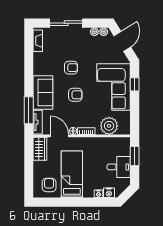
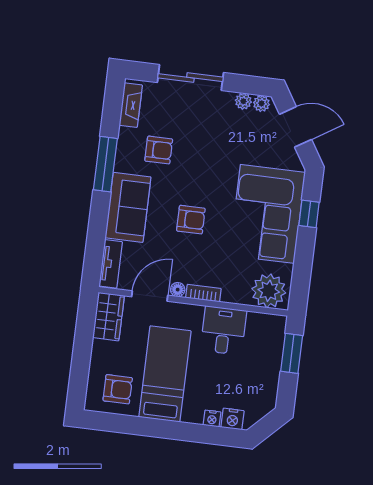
door: (122, 41) -> (295, 127), hinge flipped
armchair: (71, 68) -> (159, 150), moved
window: (29, 110) -> (105, 164), moved
plant: (109, 126) -> (269, 291), moved
door: (59, 136) -> (150, 296), hinge flipped
desk: (119, 167) -> (223, 330), moved, turned -90
armchair: (49, 185) -> (118, 389), turned 90

